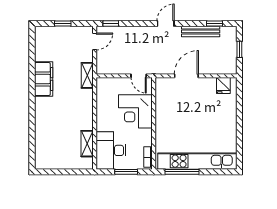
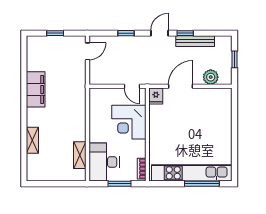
window: (111, 24) -> (126, 33), moved
window: (214, 24) -> (185, 33), moved
plant: (216, 67) -> (211, 77), added
shelving: (87, 75) -> (32, 140), moved
fridge: (223, 85) -> (156, 96), moved
window: (182, 172) -> (202, 184), moved

